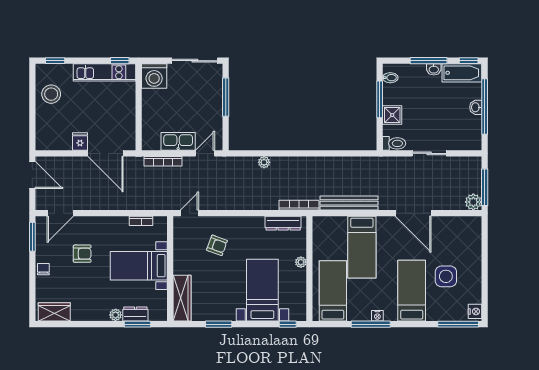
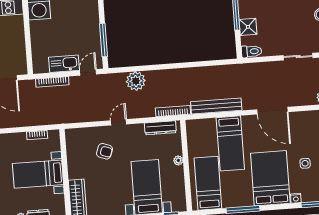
window: (226, 97) -> (104, 40), moved
sliding door: (429, 153) -> (298, 57), moved
plant: (264, 162) -> (136, 81), width x1.87, depth x1.87
door: (189, 213) -> (119, 122), moved
side table: (446, 276) -> (305, 163), width x0.54, depth x0.54
bed: (412, 291) -> (270, 178), width x1.50
nightstand: (377, 316) -> (296, 198), moved

